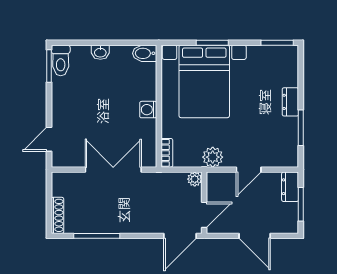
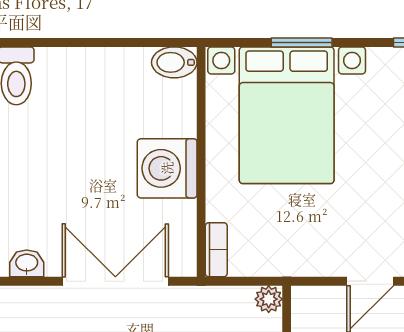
washbasin: (100, 52) -> (27, 263), moved, turned 180
washing machine: (148, 110) -> (167, 168), width x1.89, depth x1.89
plant: (213, 157) -> (303, 258), removed

